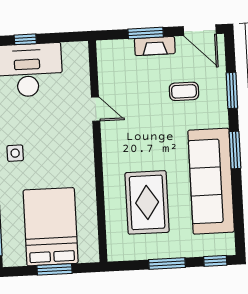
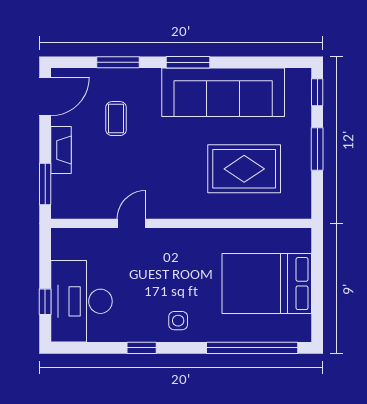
window: (146, 33) -> (45, 184), moved
window: (54, 269) -> (317, 282), removed

